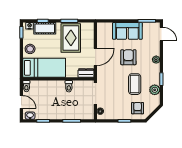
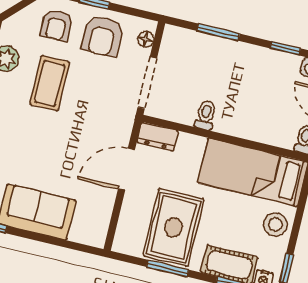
armchair: (128, 57) -> (102, 36), moved

